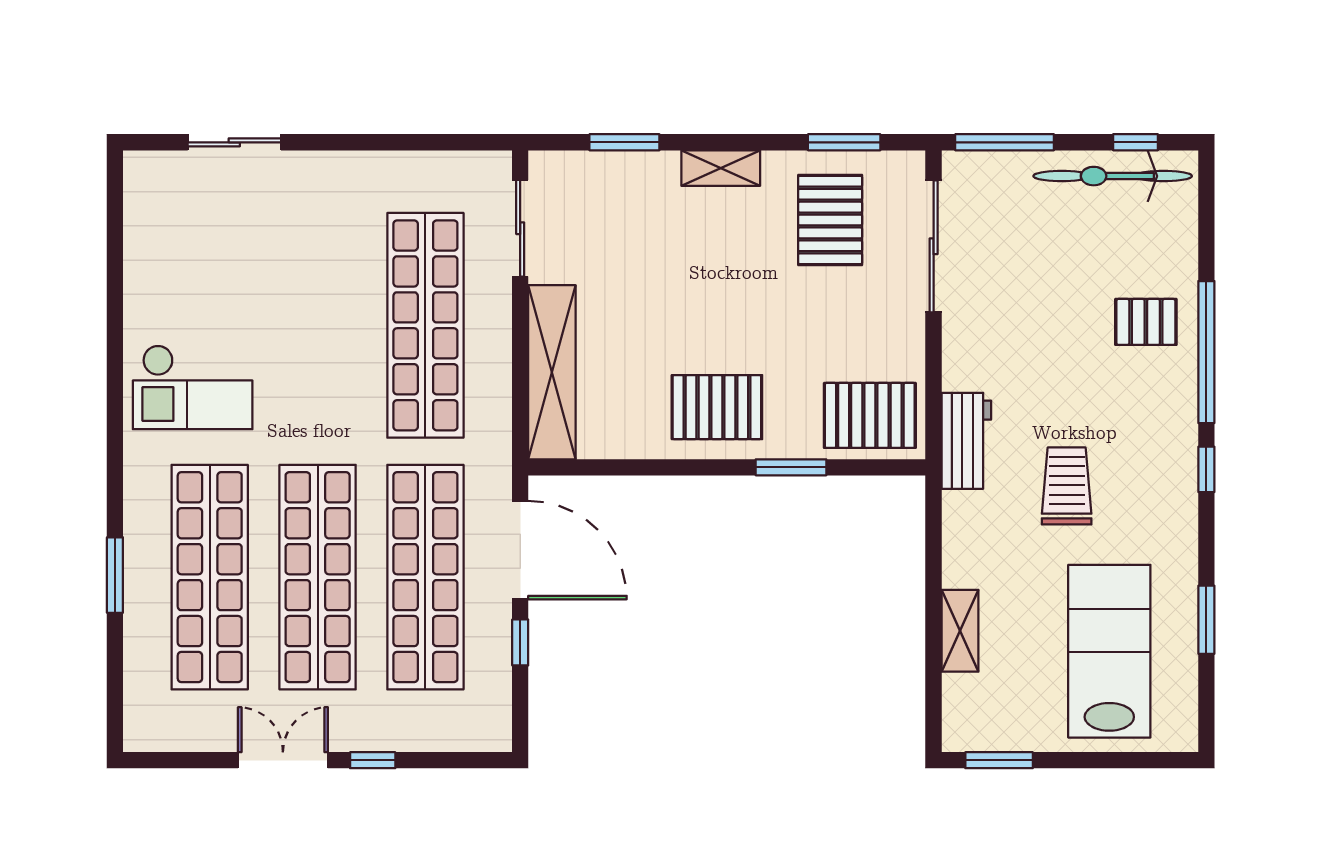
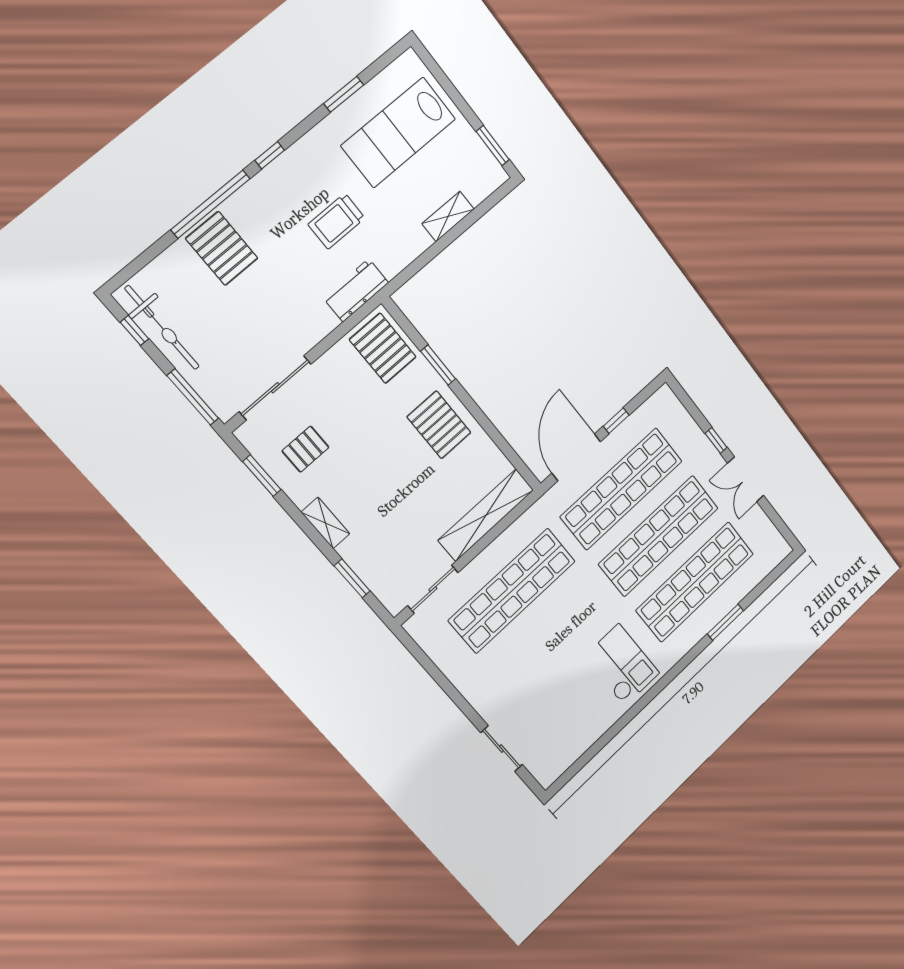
pallet: (830, 220) -> (306, 449), width x0.67, depth x0.71
pallet: (1146, 322) -> (222, 248), width x1.50, depth x1.42

